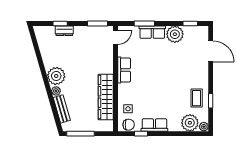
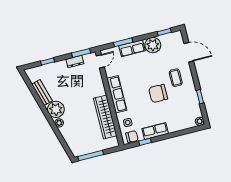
dresser: (64, 31) -> (75, 61), moved
row of seats: (124, 70) -> (117, 94), width x1.48
chair: (168, 86) -> (158, 93), added
coffee table: (197, 98) -> (176, 78), moved
bench: (62, 109) -> (42, 93), moved
plant: (190, 123) -> (186, 121), removed

